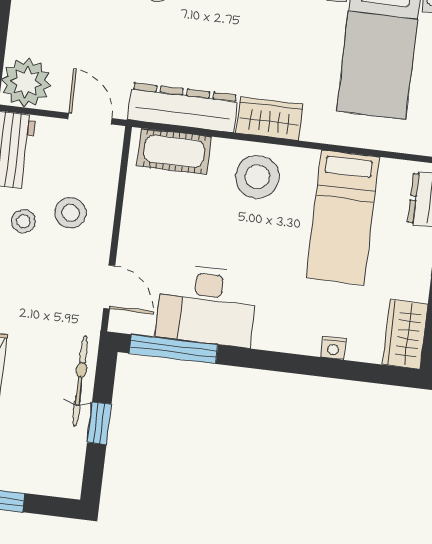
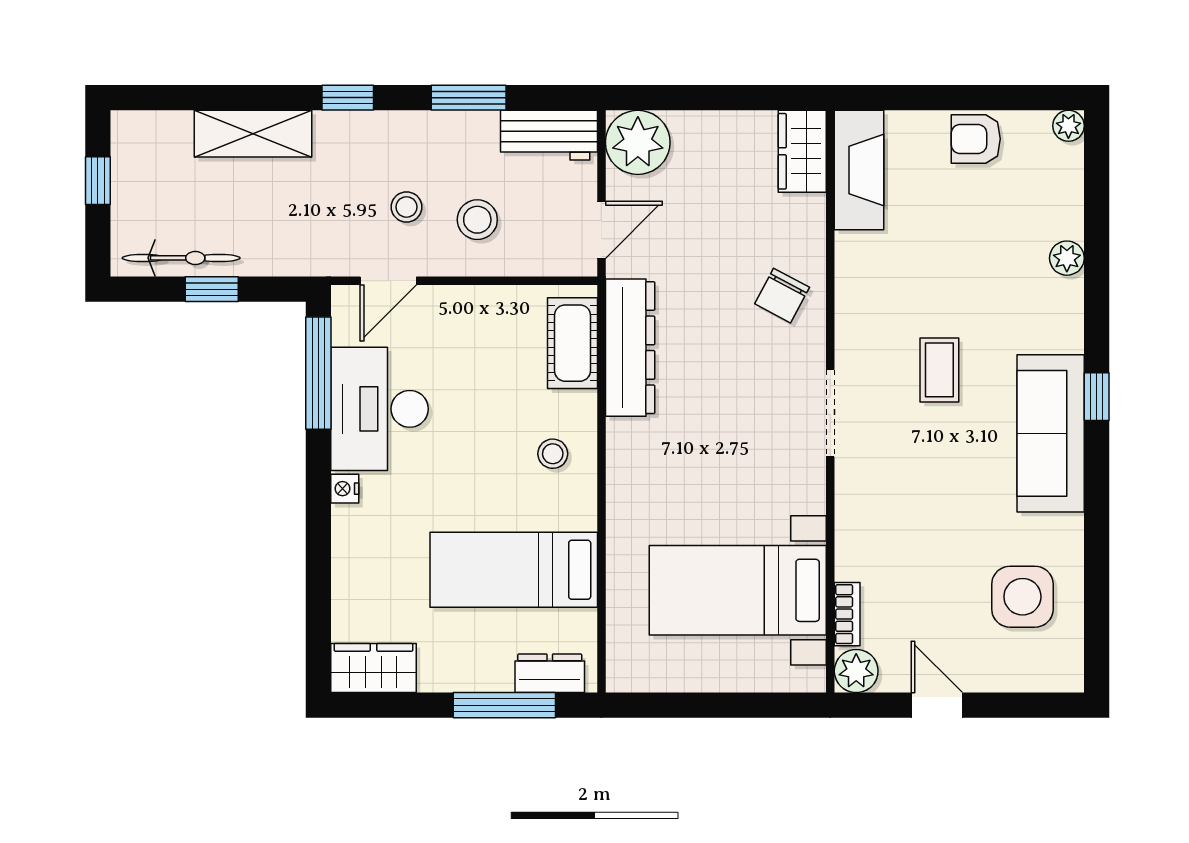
wardrobe: (270, 119) -> (629, 461), removed
stool: (257, 177) -> (553, 454), width x0.53, depth x0.53
stool: (23, 221) -> (407, 207), moved
nightstand: (333, 348) -> (345, 489), moved
bicycle: (80, 381) -> (181, 258), moved

